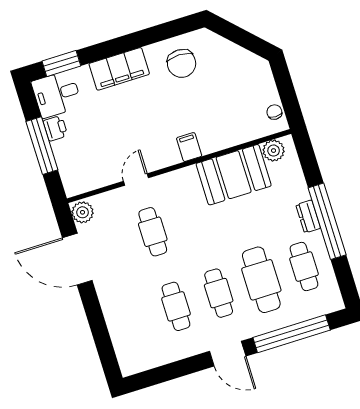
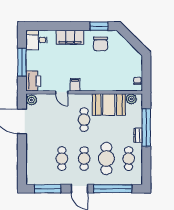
window: (61, 63) -> (99, 26), moved
printer: (55, 128) -> (33, 81), moved, width x1.87, depth x1.48
filing cabinet: (189, 147) -> (75, 85), moved
door: (136, 179) -> (62, 92), swing flipped
window: (327, 221) -> (146, 128), moved
cafe table: (153, 232) -> (84, 120), moved
window: (167, 373) -> (48, 189), added

